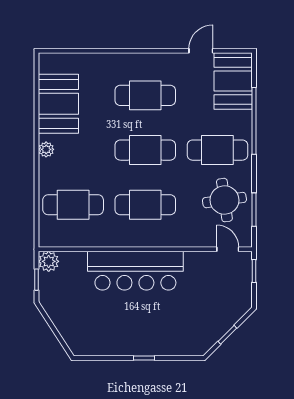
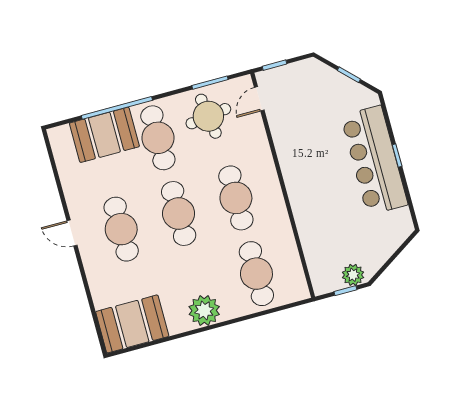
door: (201, 51) -> (72, 233), moved
booth: (233, 81) -> (104, 135), moved
booth: (58, 104) -> (132, 324), moved
plant: (46, 149) -> (204, 310), width x1.88, depth x1.88
plant: (49, 261) -> (353, 275), moved
bar counter: (135, 271) -> (374, 160), moved, turned 180

